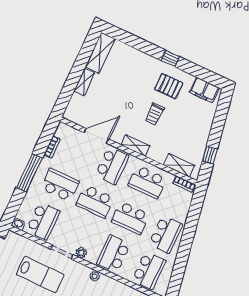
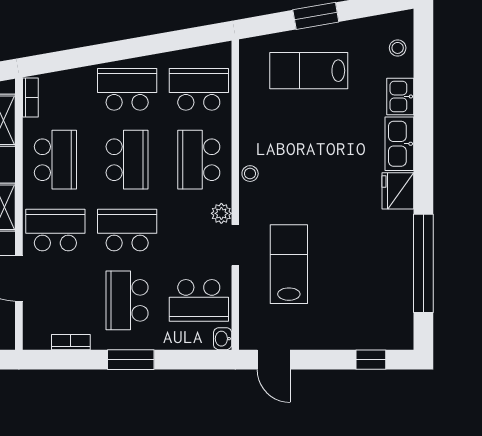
window: (29, 173) -> (131, 360), width x0.69
school desk: (95, 201) -> (127, 230), turned -90
school desk: (43, 221) -> (199, 300), turned 180
school desk: (114, 254) -> (199, 160), turned 90

